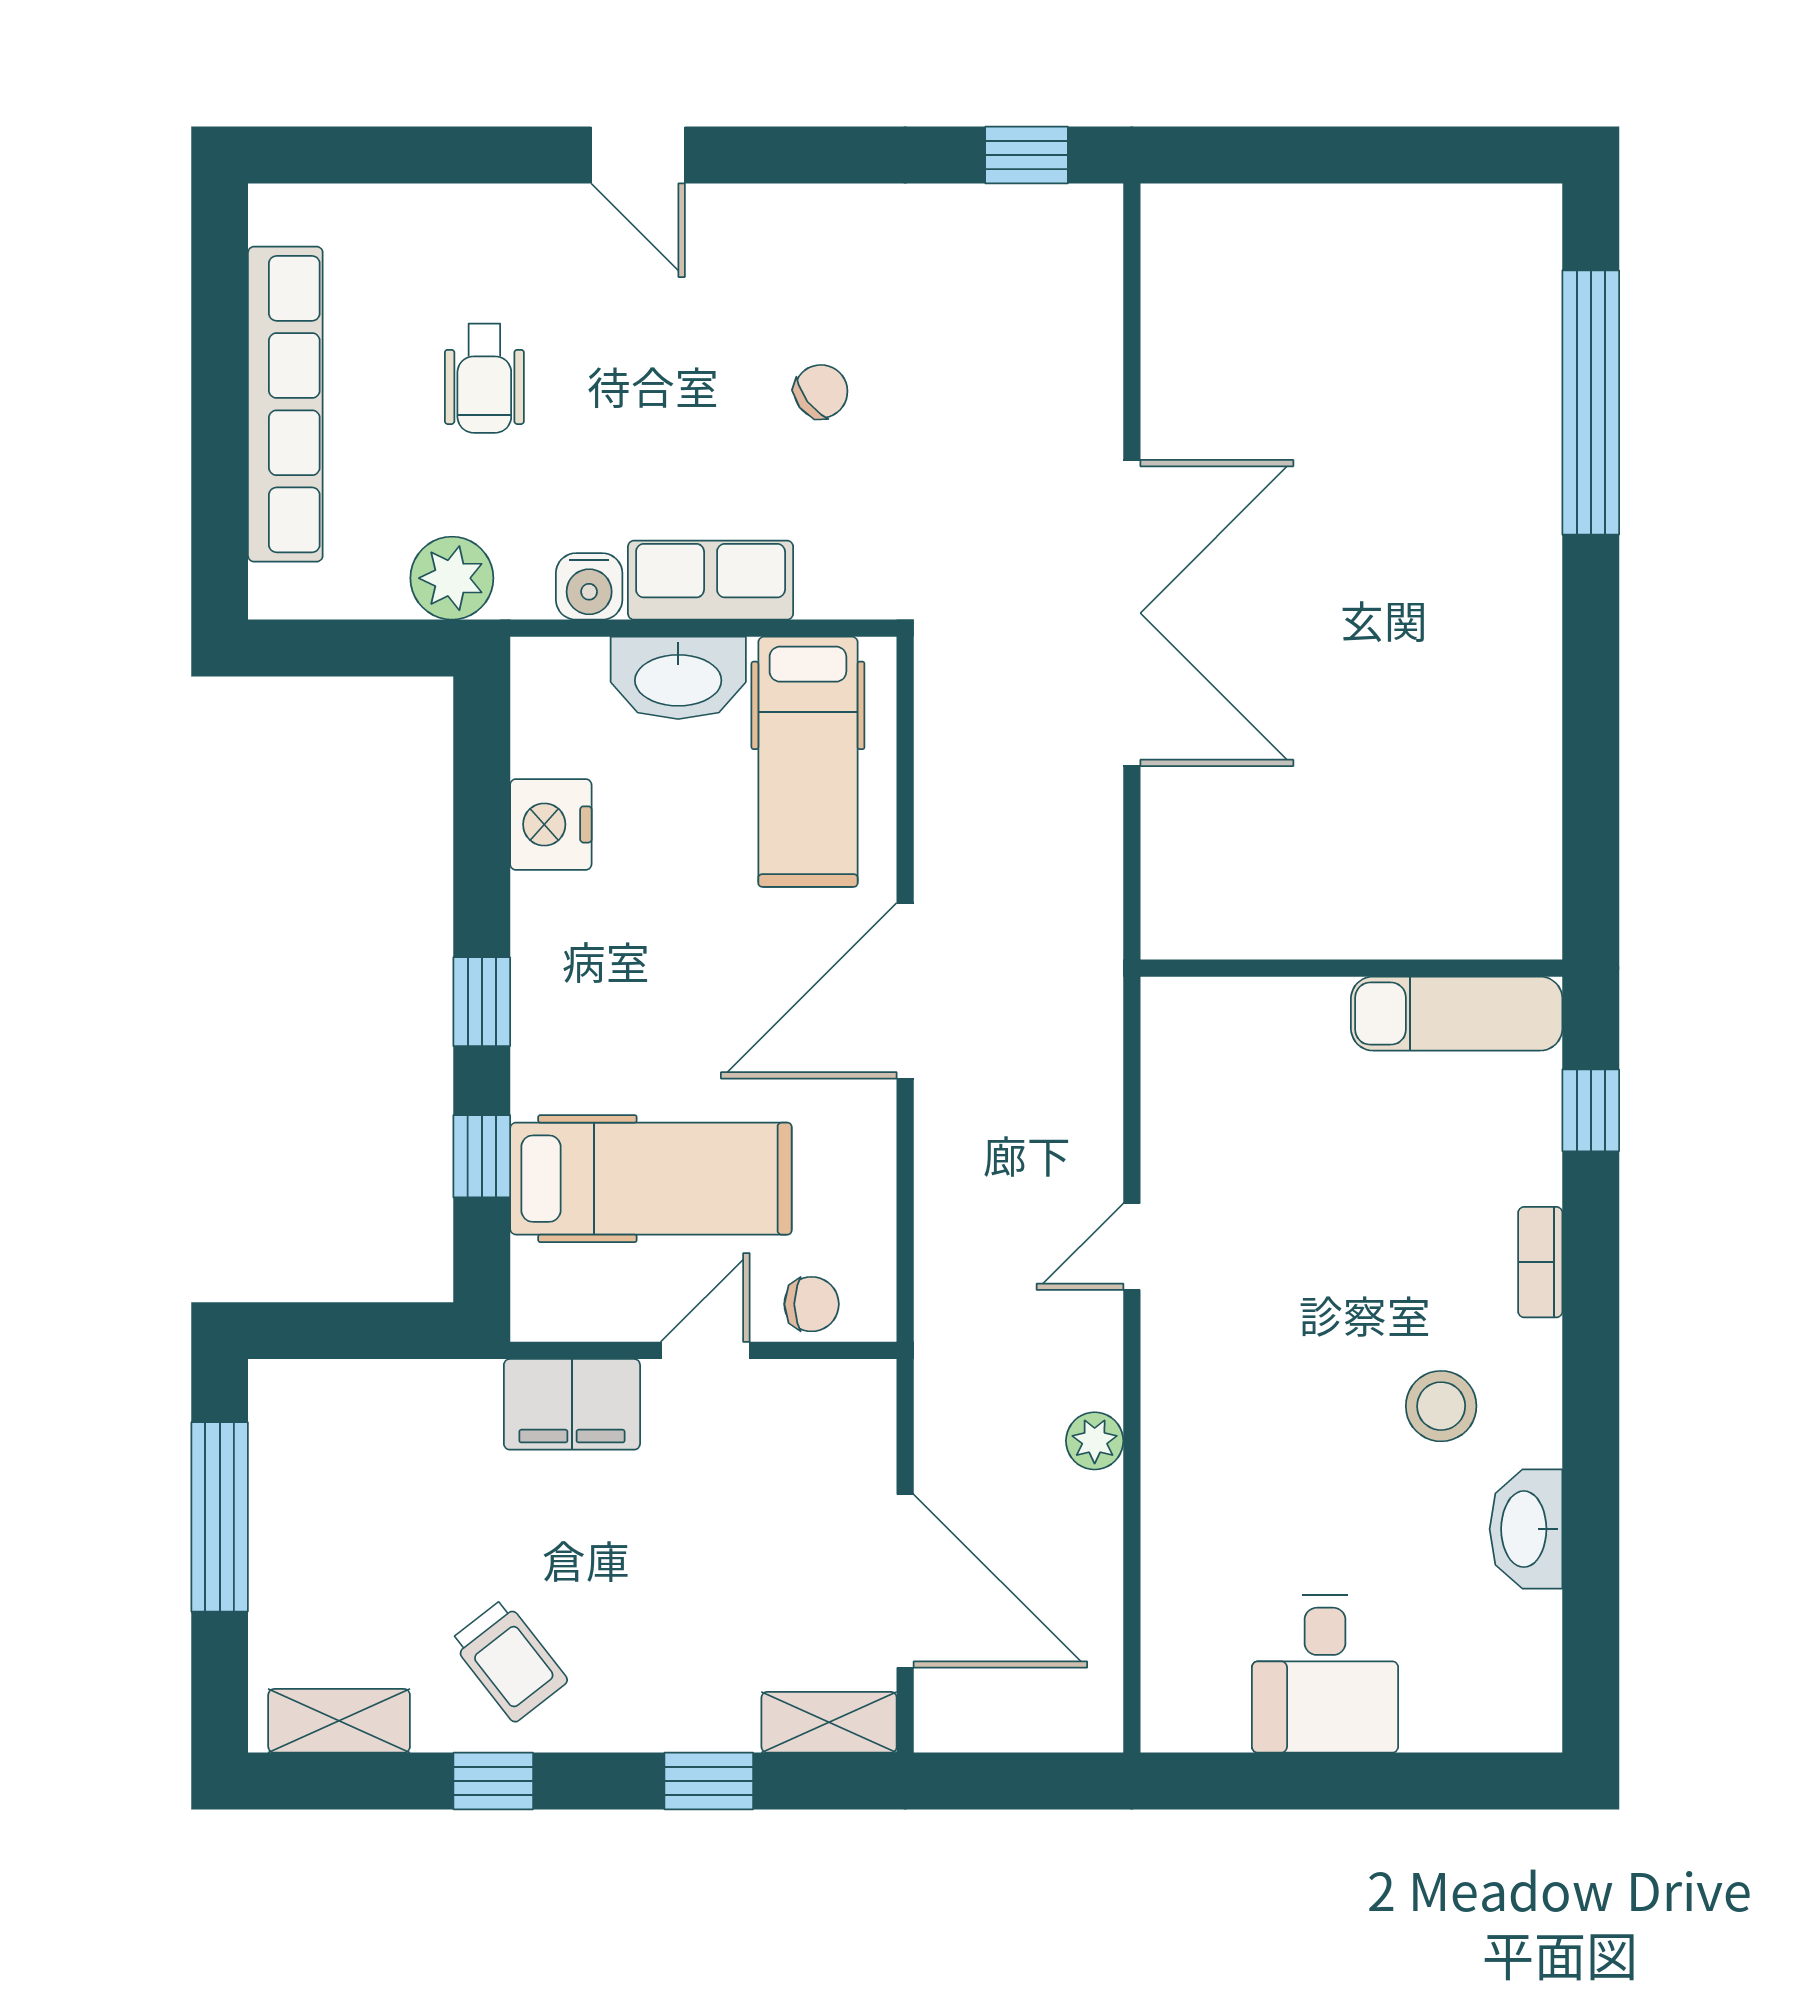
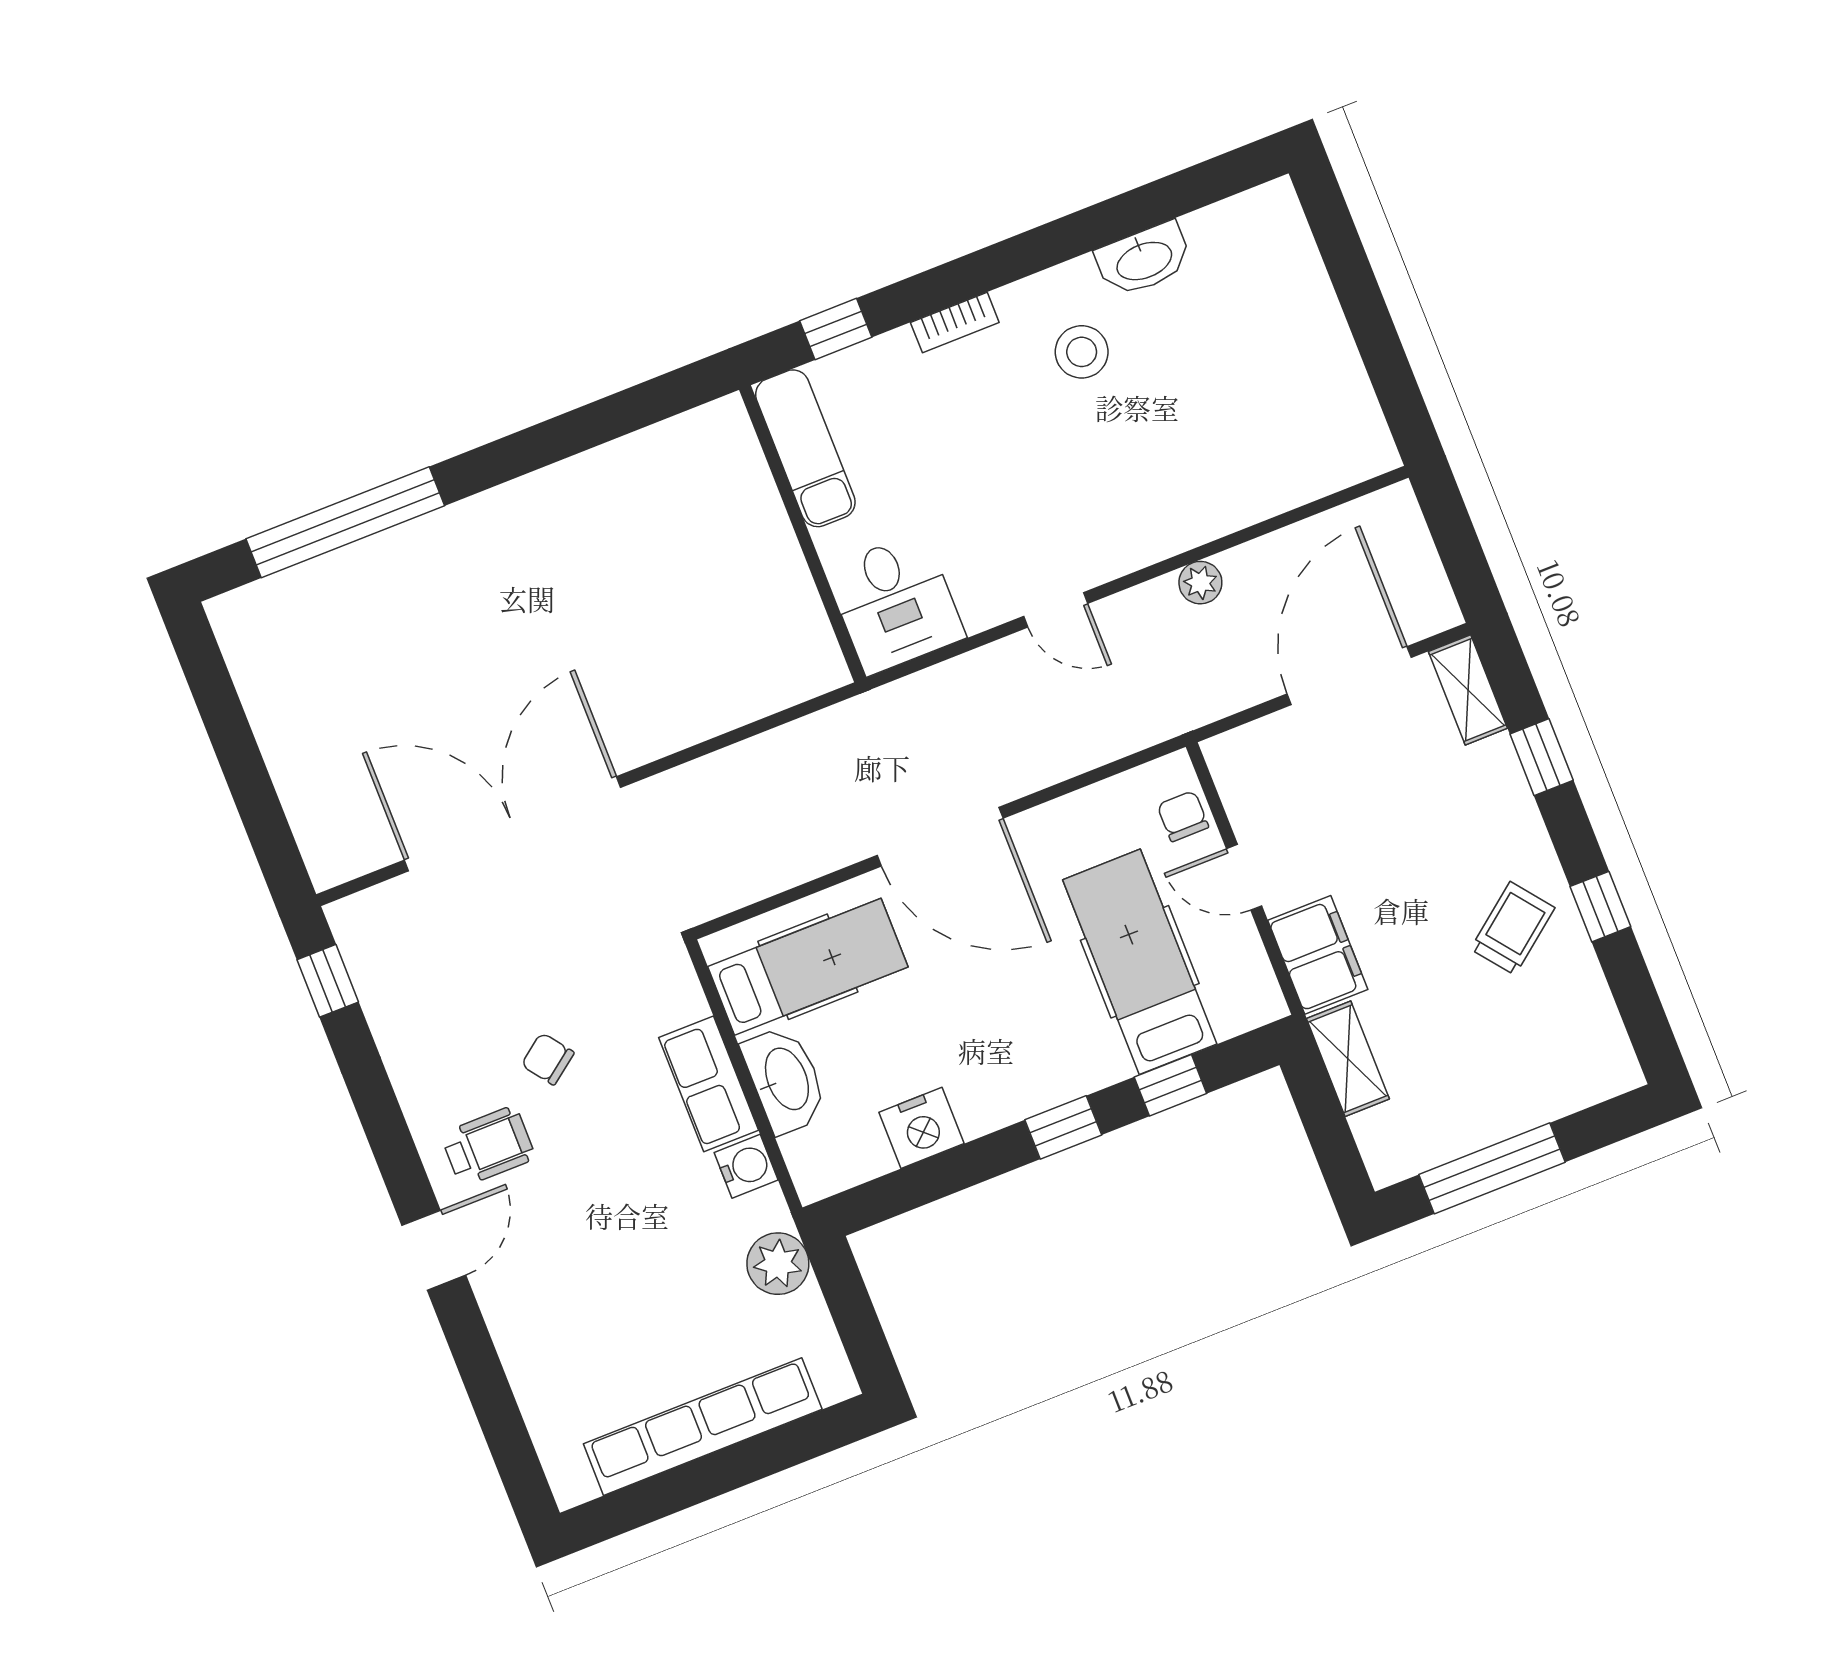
wheelchair: (484, 378) -> (488, 1146), moved
double door: (1132, 613) -> (513, 824), moved
desk: (1325, 1674) -> (895, 603), moved, turned 90
shelving: (339, 1721) -> (1348, 1059), moved

